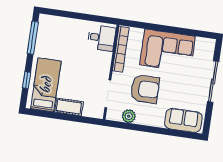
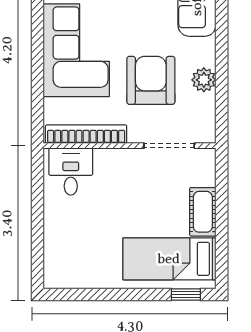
window: (33, 38) -> (88, 295), removed
window: (27, 80) -> (186, 295), moved
plant: (129, 116) -> (204, 80), moved

